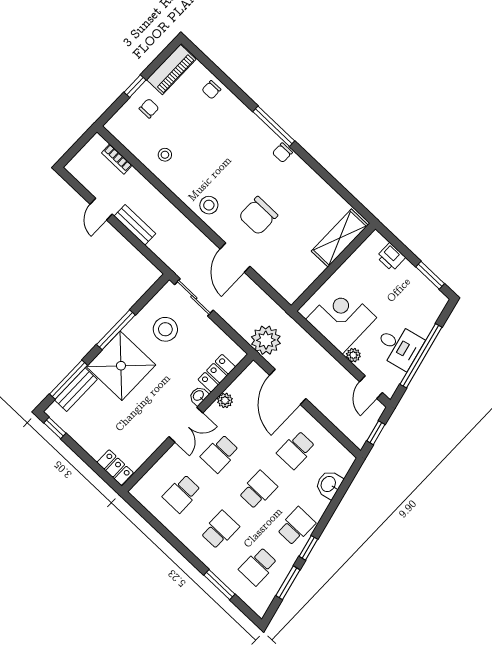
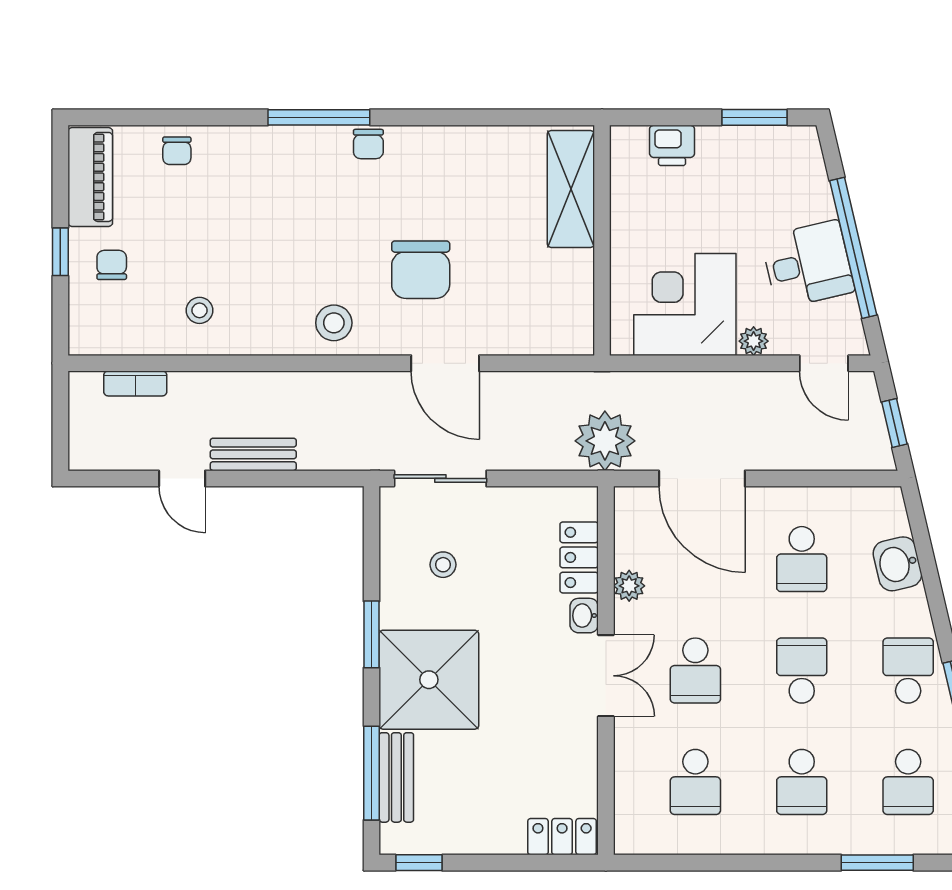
stool: (165, 329) -> (443, 565), width x0.53, depth x0.53
window: (116, 330) -> (372, 634), width x0.69
school desk: (220, 530) -> (802, 782), turned 180

